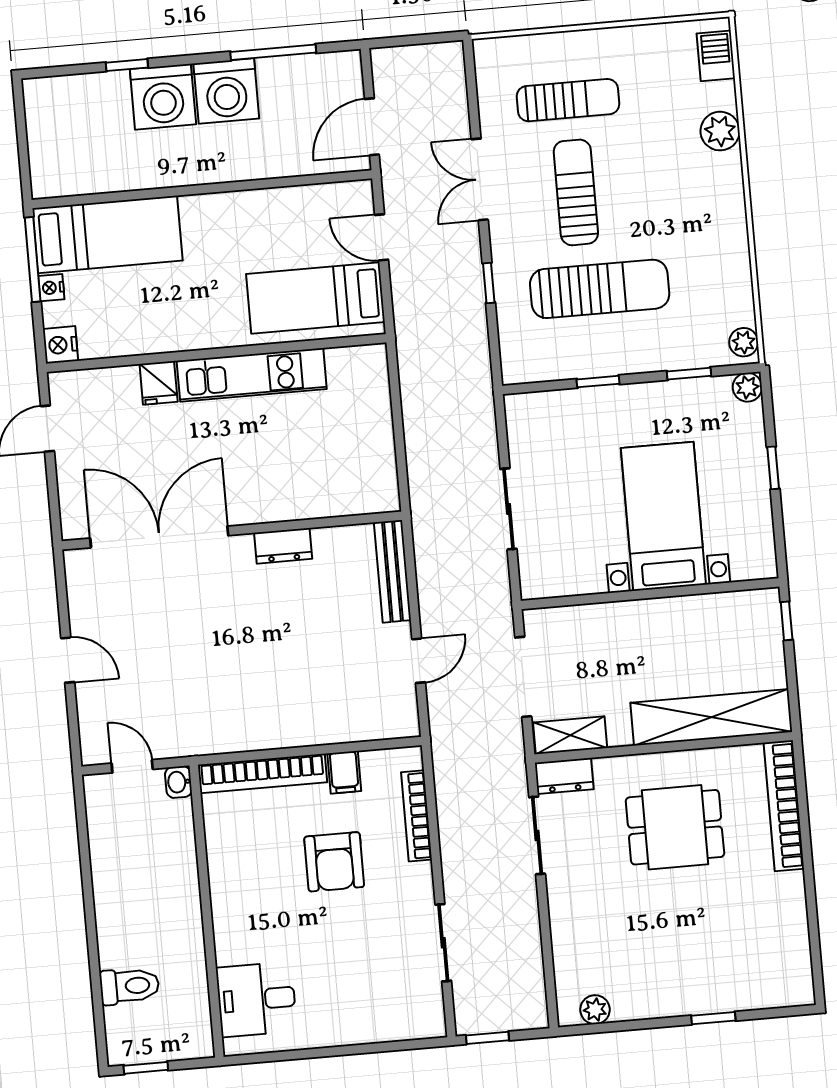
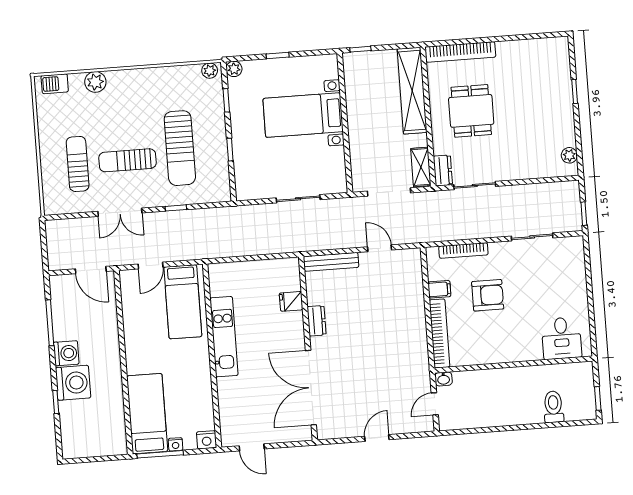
washing machine: (226, 91) -> (66, 353), width x0.73, depth x0.73
sun lounger: (600, 289) -> (180, 148), turned 180
fridge: (159, 383) -> (291, 301), moved, turned 180

